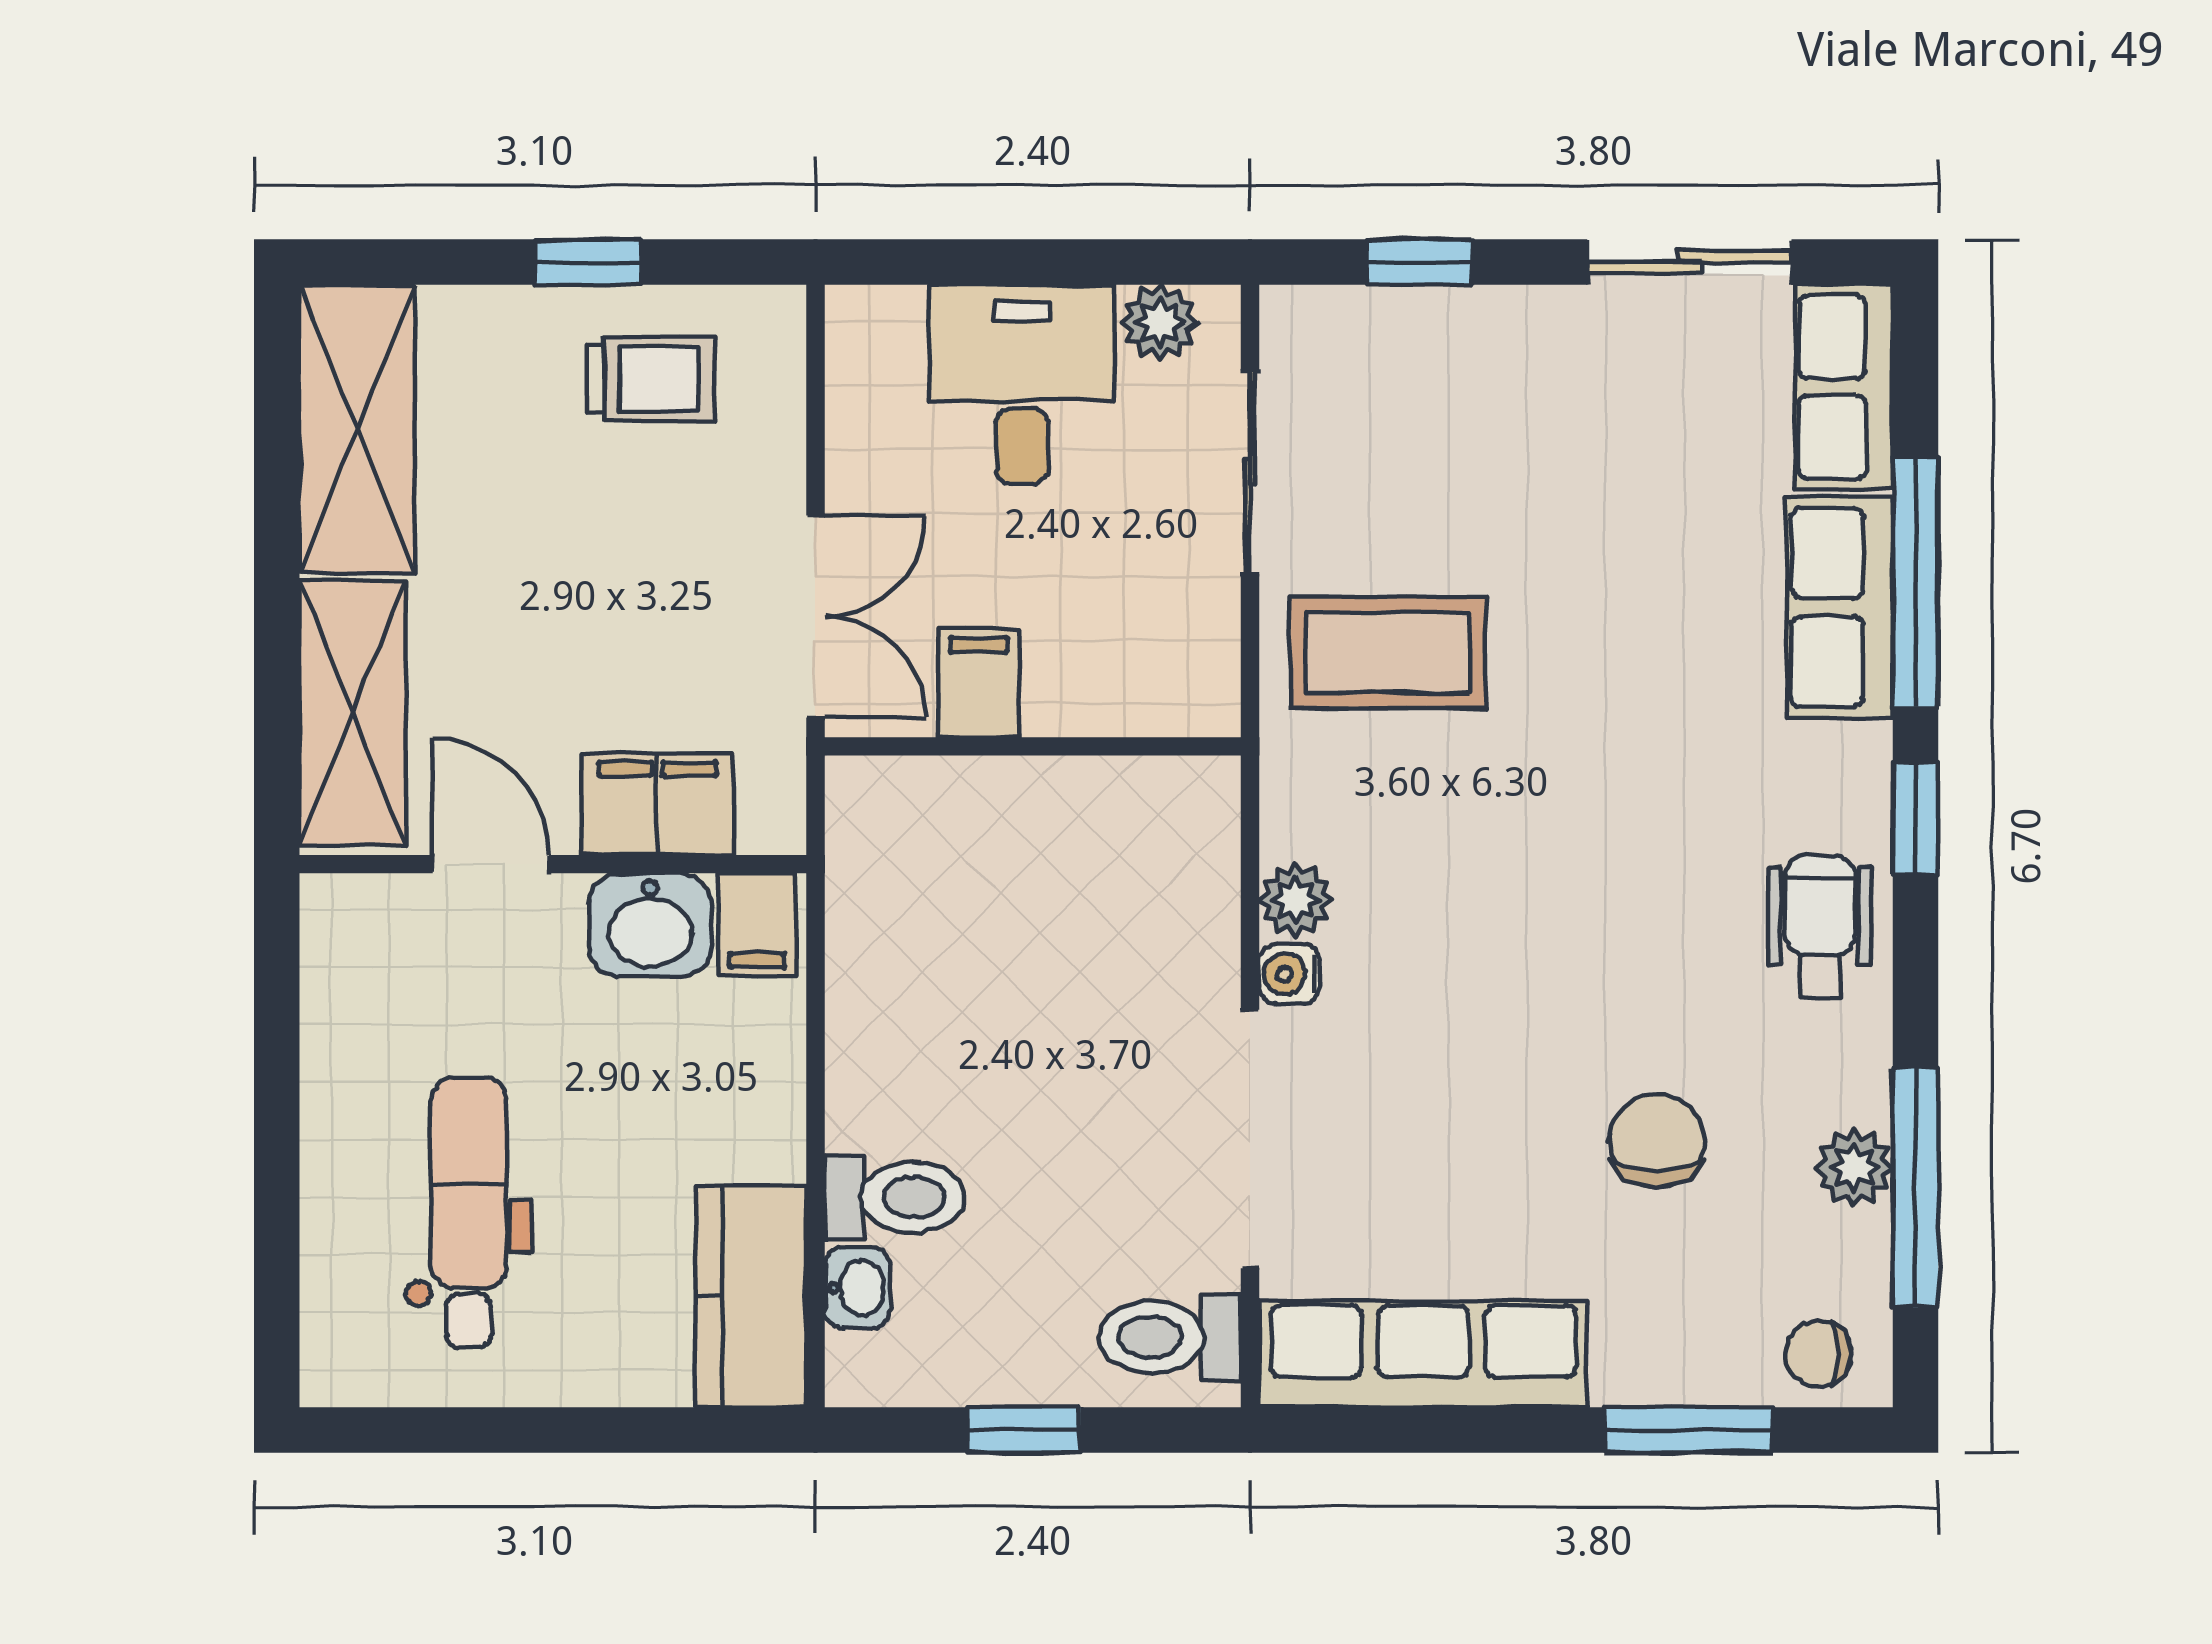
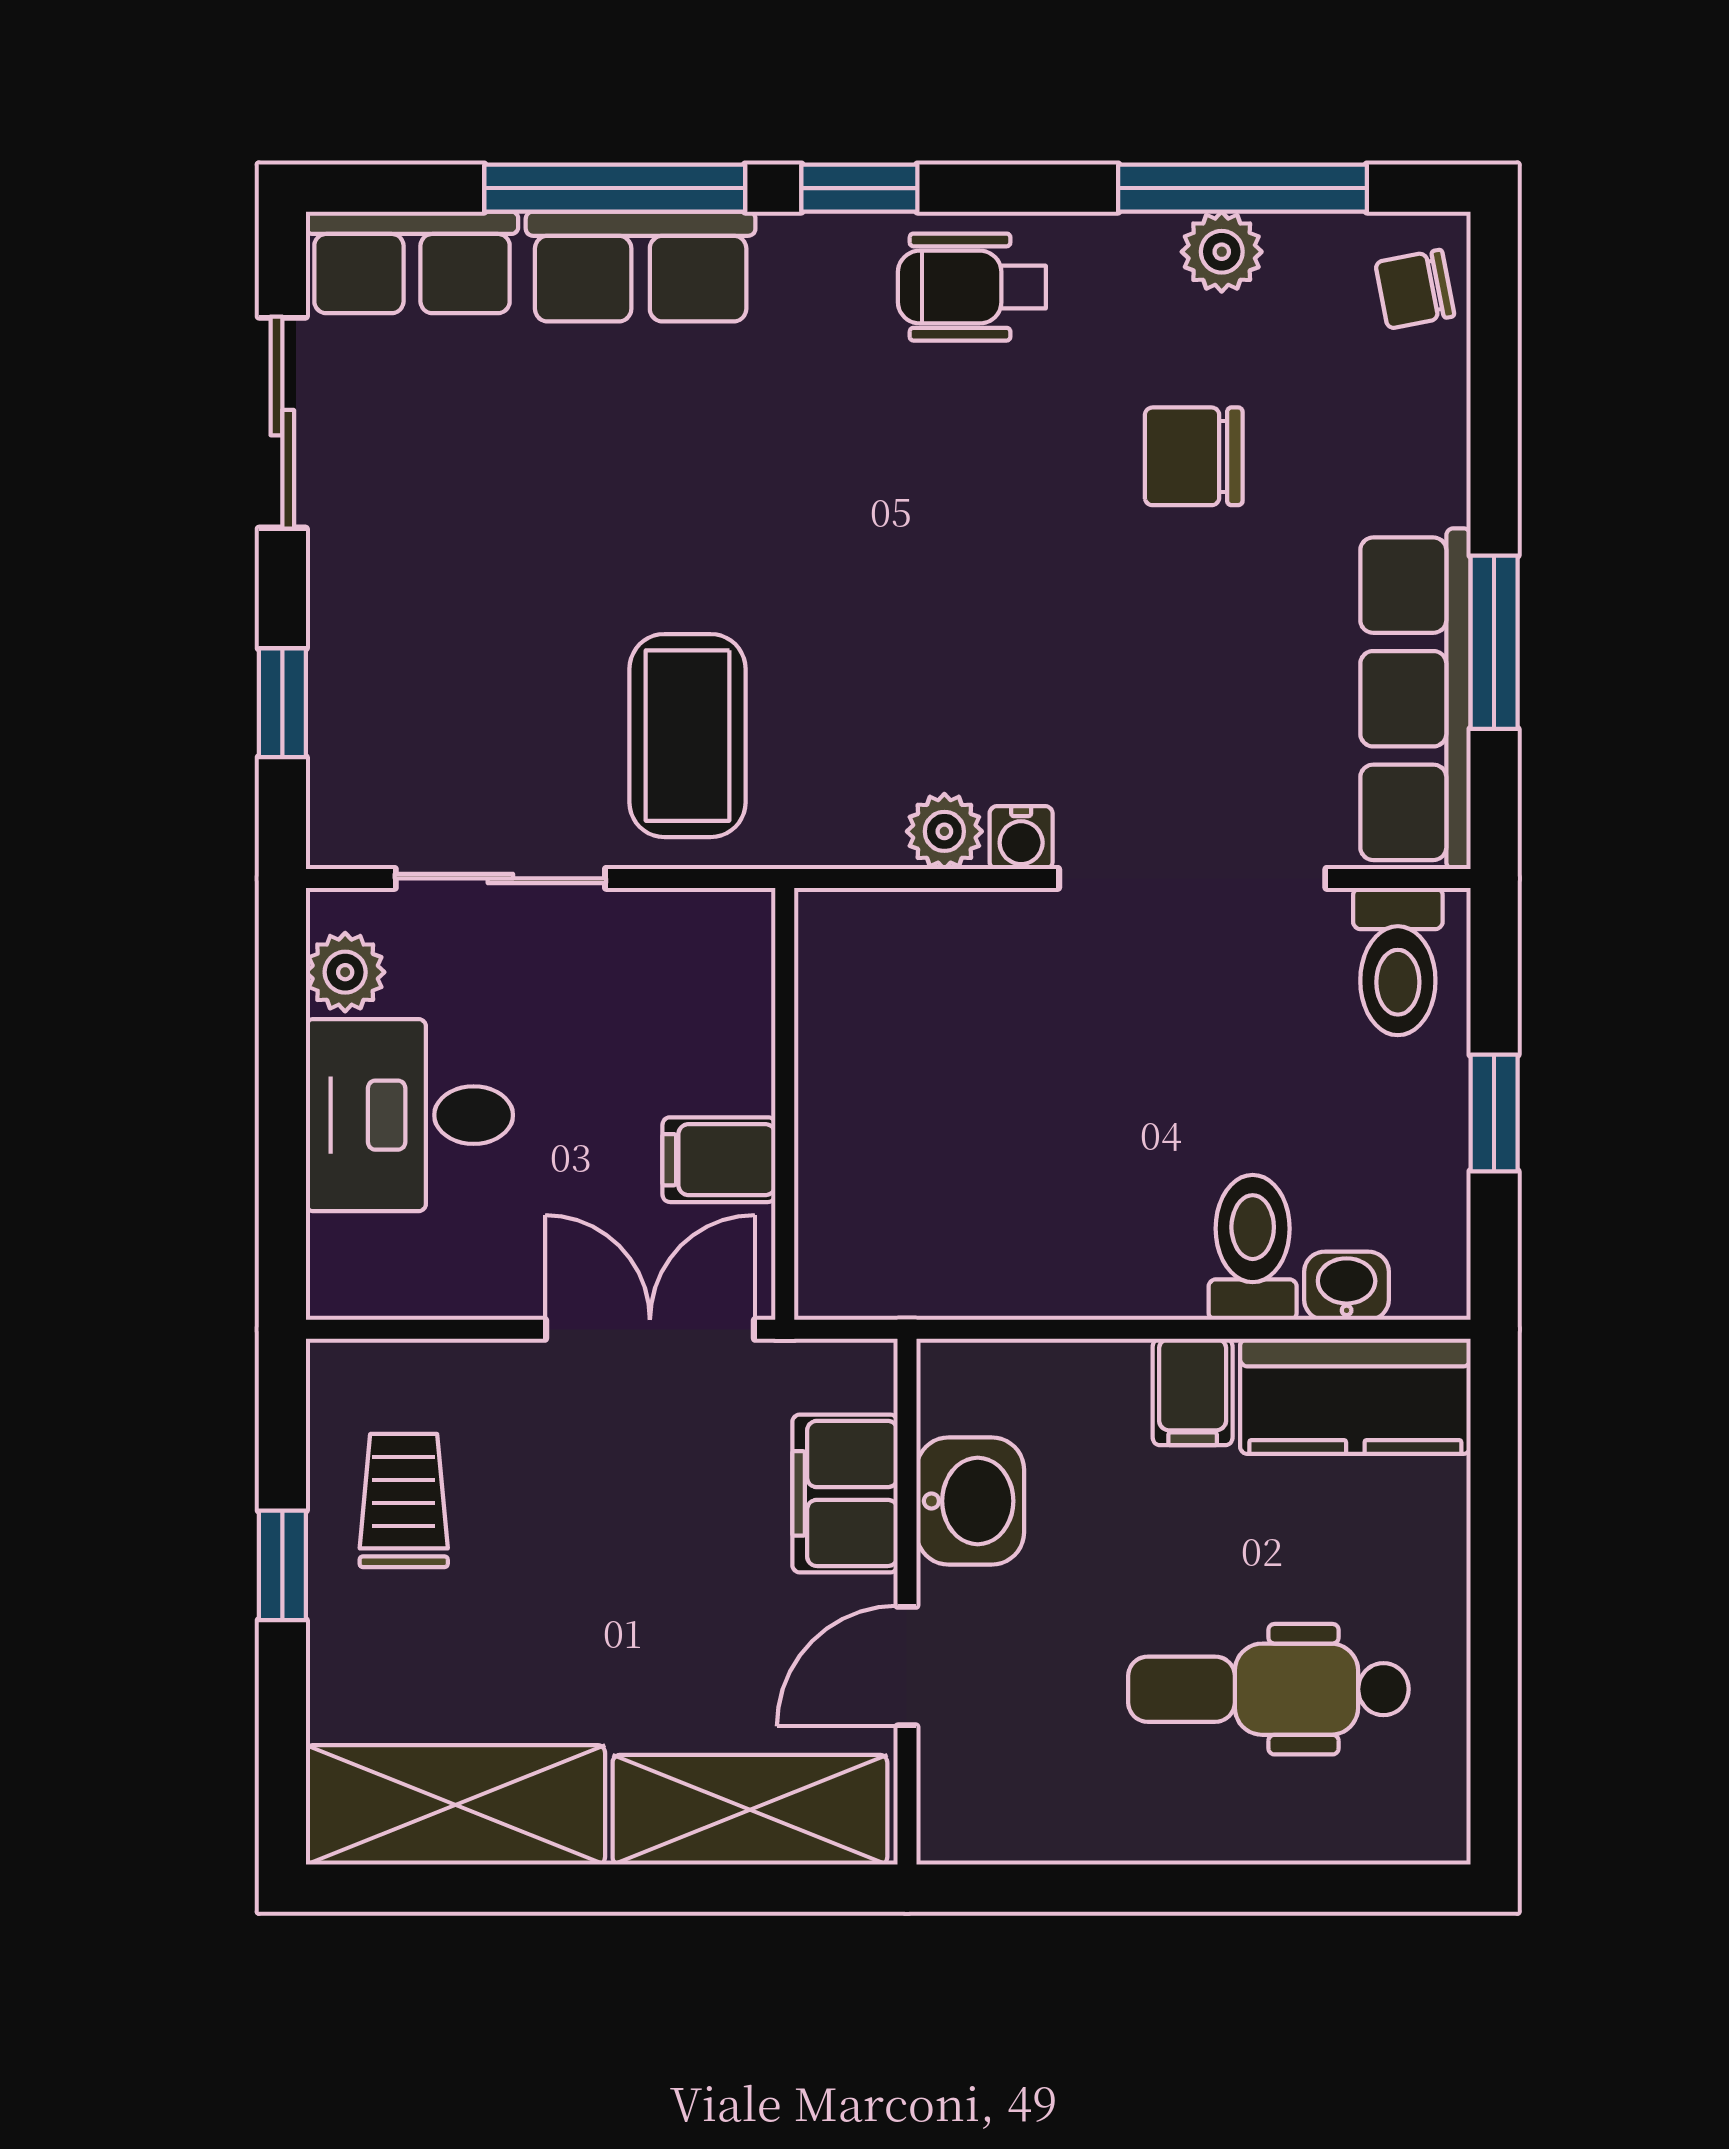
filing cabinet: (757, 924) -> (1193, 1392), moved, turned 90
chair: (1818, 1354) -> (1415, 289), turned 79
window: (1689, 1430) -> (1494, 642), moved

